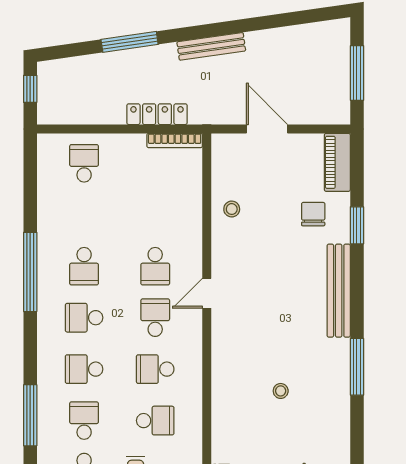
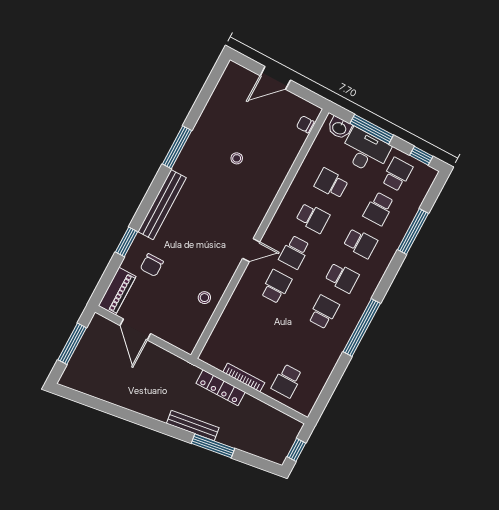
bench: (211, 46) -> (193, 426), moved
door: (267, 129) -> (135, 329), moved
bookcase: (175, 140) -> (244, 377), moved

